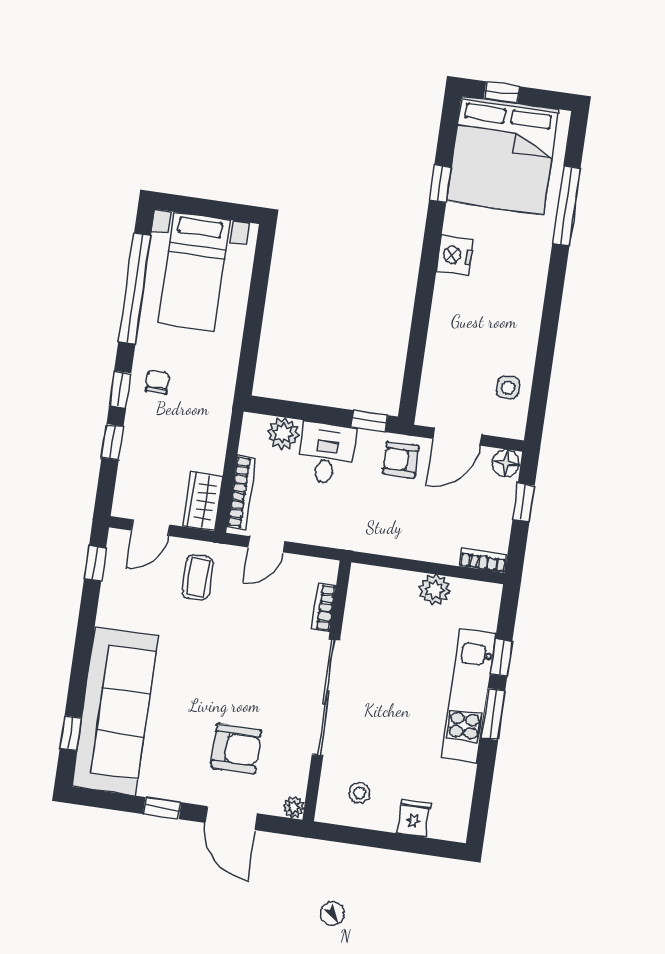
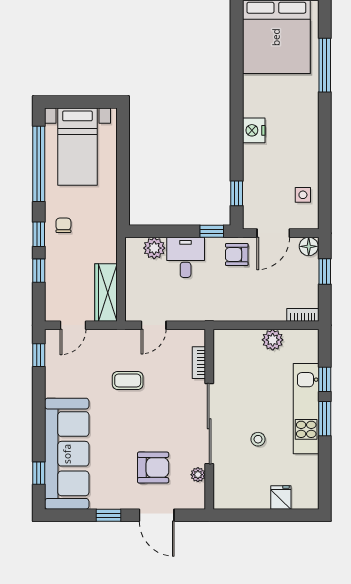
window: (440, 184) -> (237, 193), moved
nightstand: (455, 255) -> (254, 130), moved
bookcase: (241, 492) -> (131, 292), removed
wardrobe: (203, 501) -> (106, 292), width x1.50
coffee table: (198, 578) -> (128, 380), moved, turned 90
stool: (359, 793) -> (258, 439), moved
plant: (294, 807) -> (198, 475), moved

